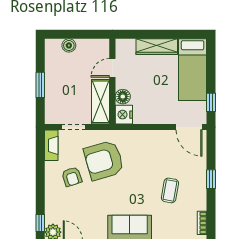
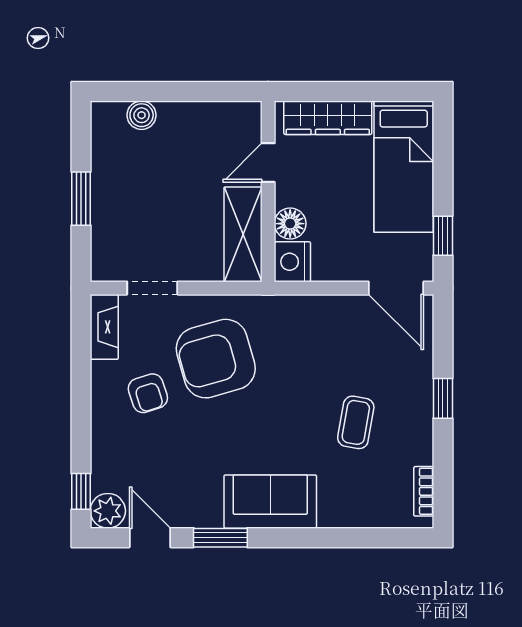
door: (112, 68) -> (268, 163), moved
wall: (112, 81) -> (268, 191), moved
floor lamp: (123, 97) -> (290, 224), moved
shelving: (101, 102) -> (243, 234), moved
nightstand: (124, 115) -> (292, 262), moved

